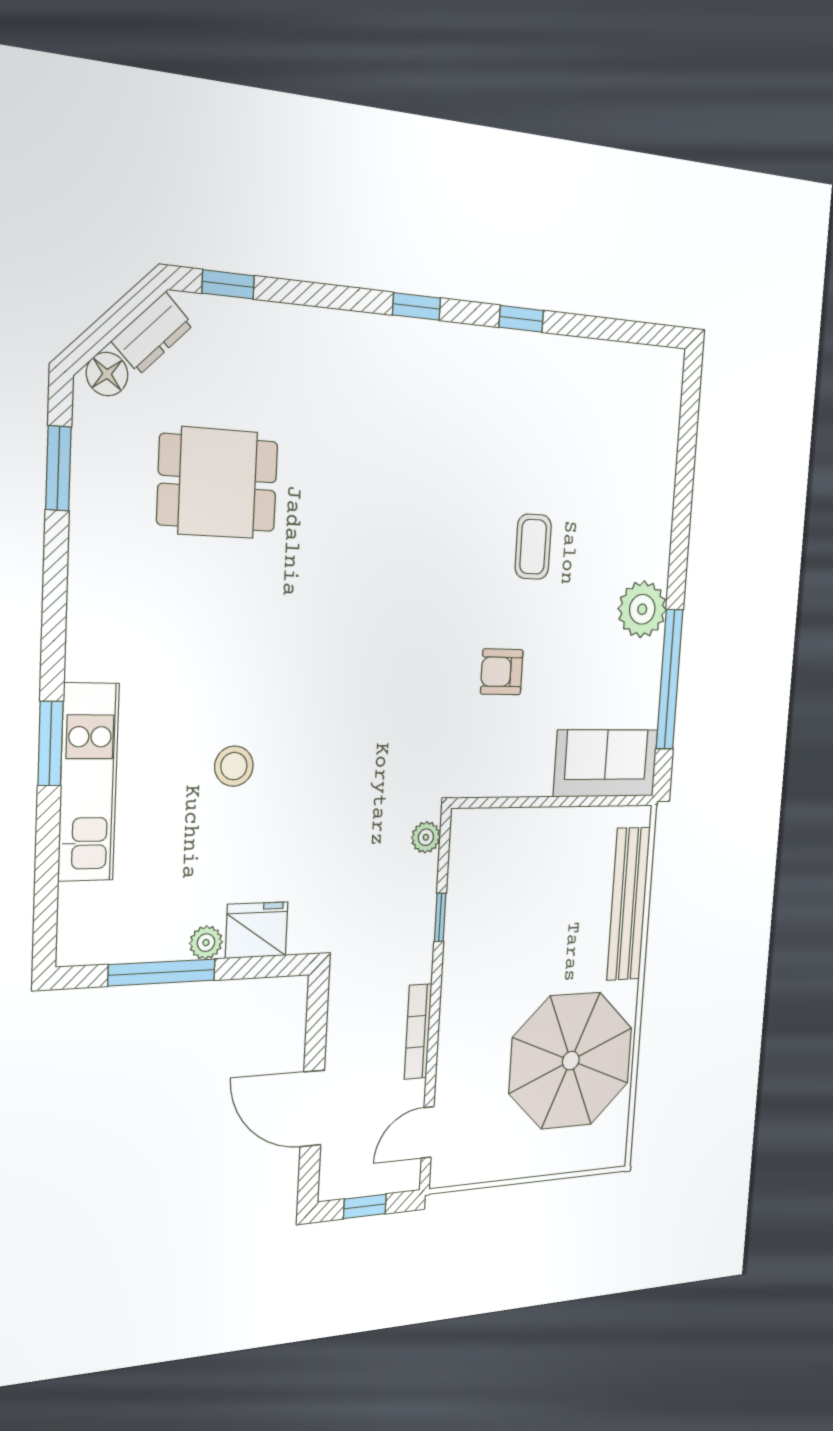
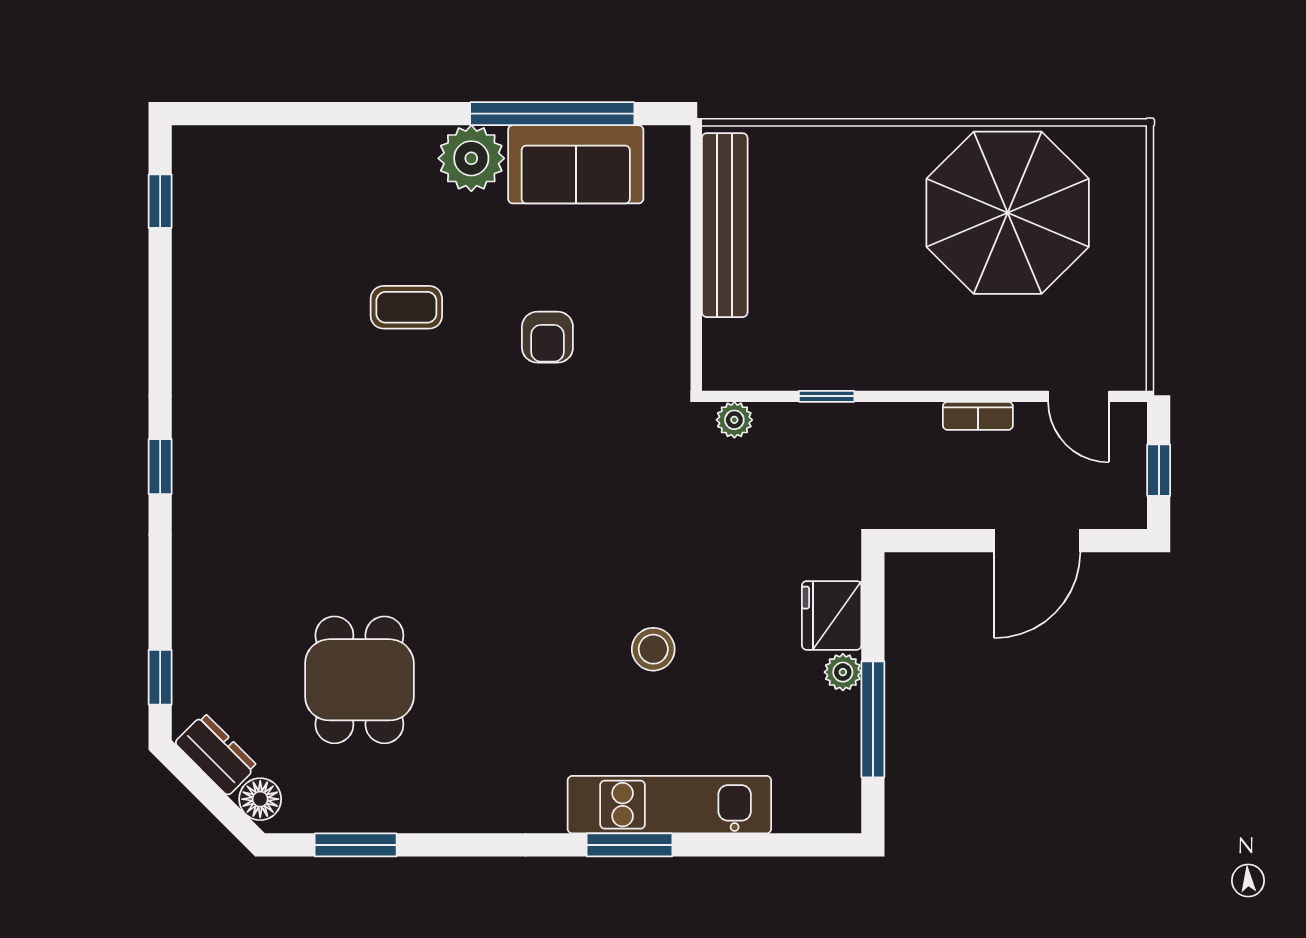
window: (521, 319) -> (160, 201), moved
sofa: (606, 763) -> (576, 164), moved, turned -90
bench: (628, 904) -> (725, 225), moved, turned 90
bookcase: (418, 1032) -> (978, 416), width x0.64

